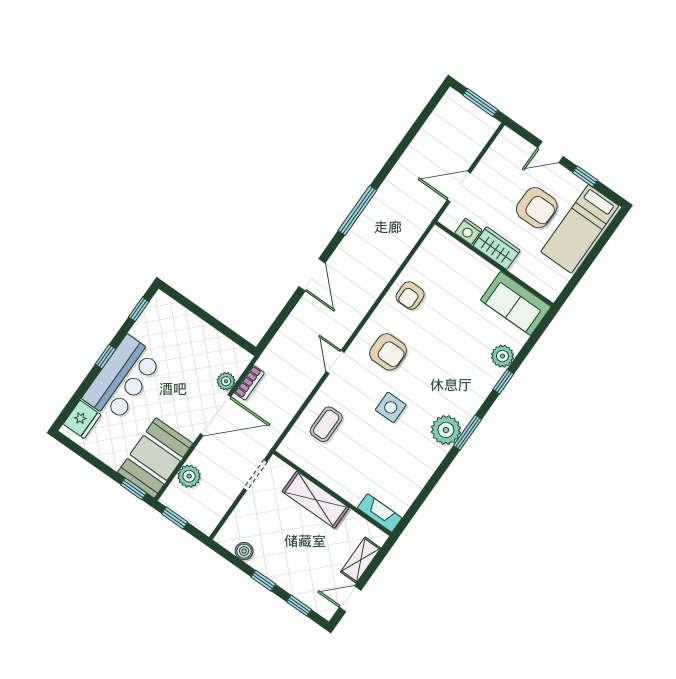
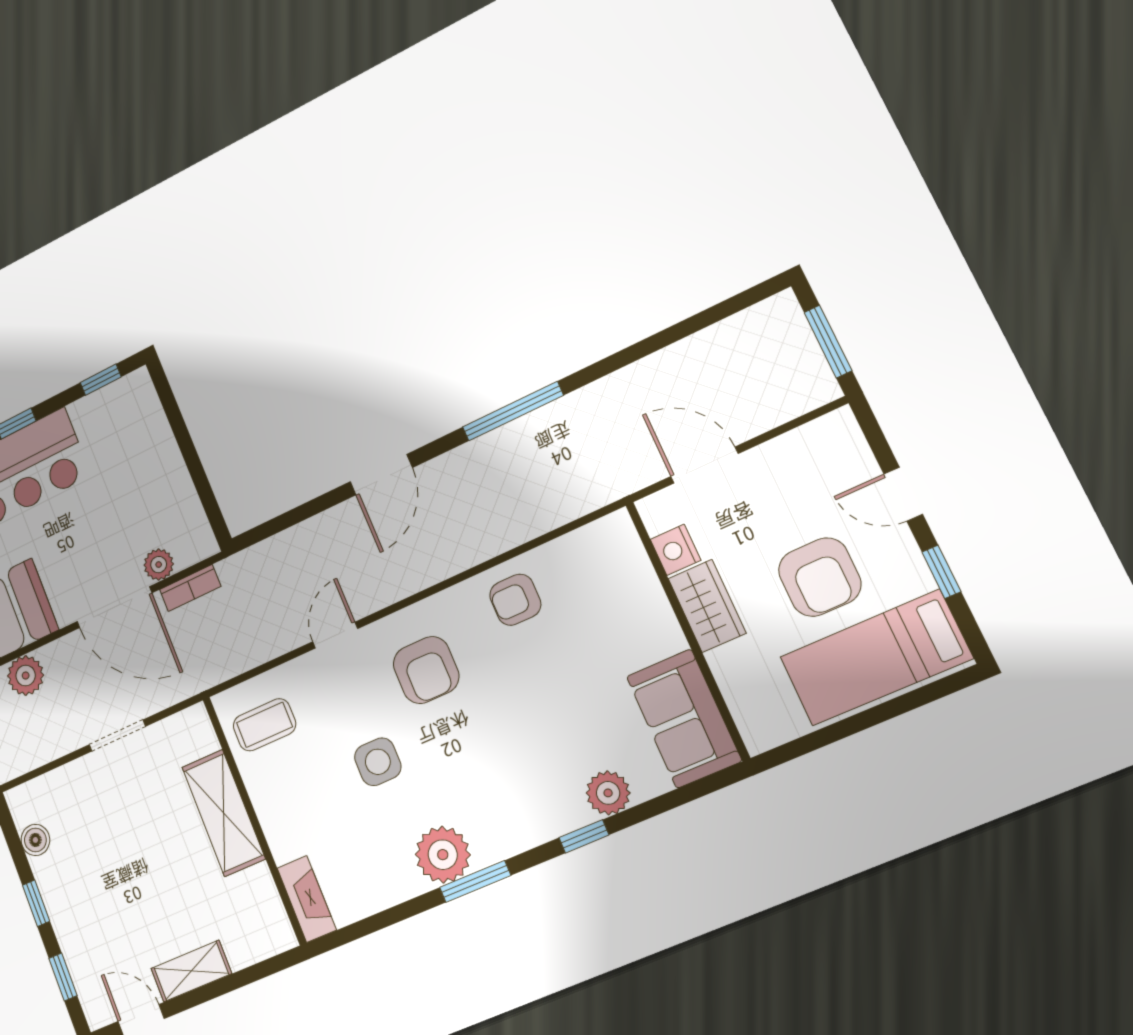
wall: (332, 493) -> (254, 820), moved
shelving: (316, 500) -> (224, 813), moved
fireplace: (380, 513) -> (307, 899), moved

